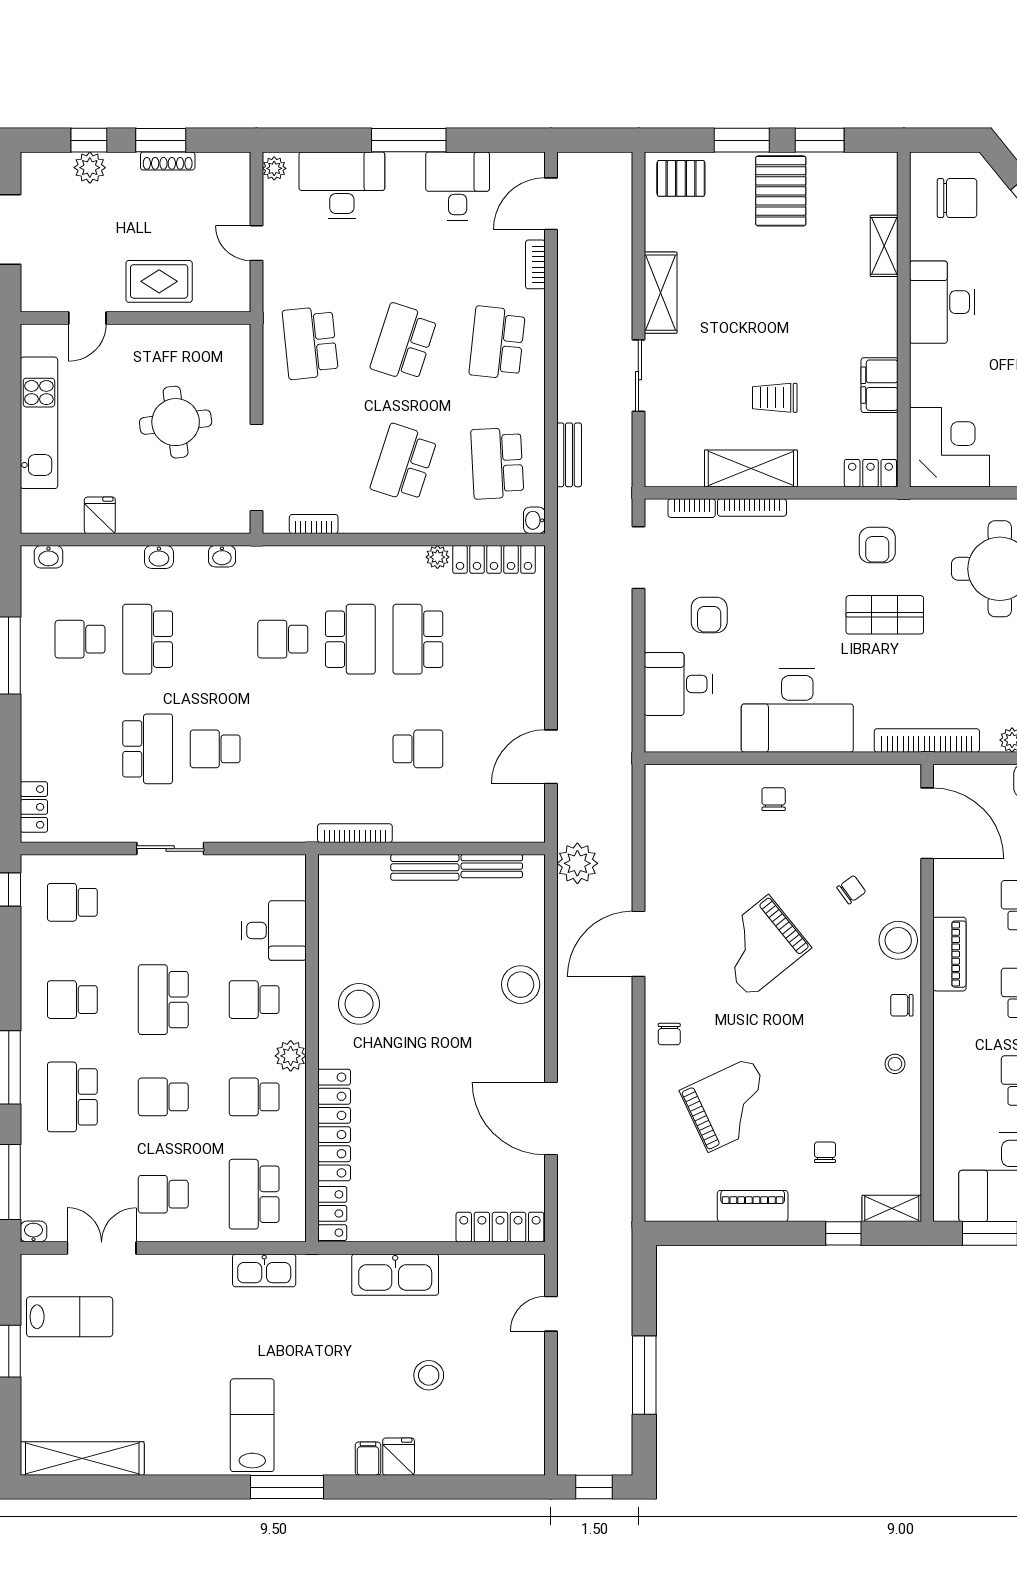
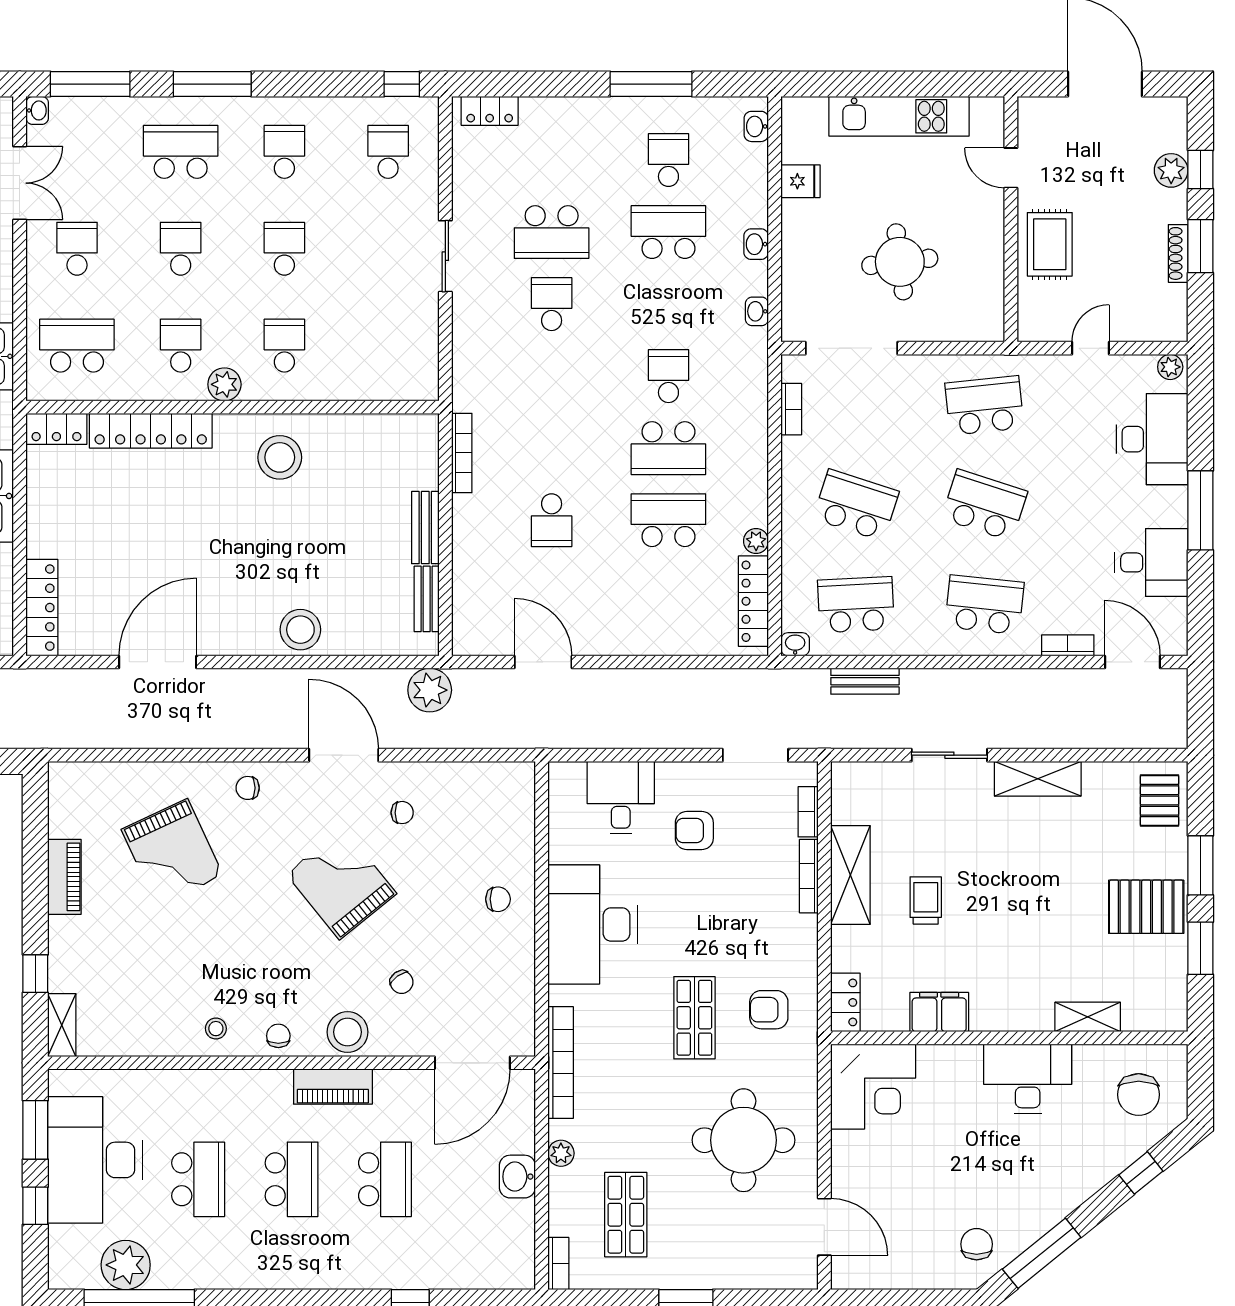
desk: (274, 930) -> (358, 367), removed
school desk: (163, 1000) -> (284, 249), width x0.54
chair: (825, 1152) -> (402, 813), moved

